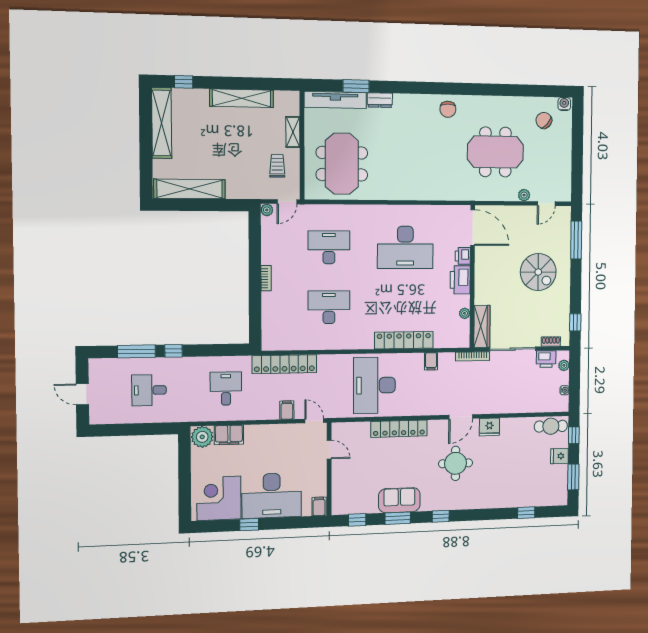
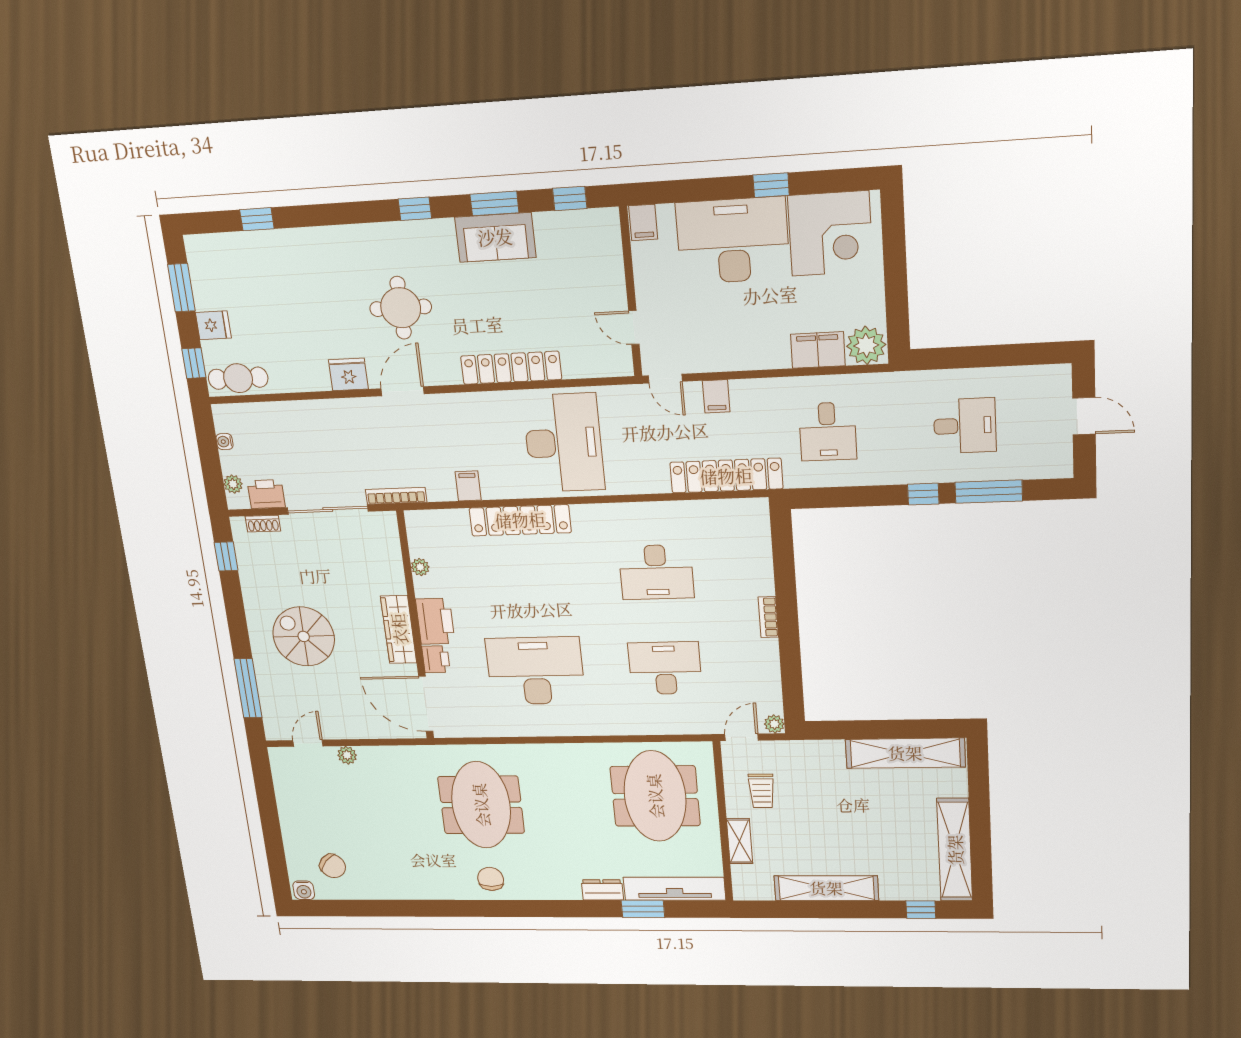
meeting table: (495, 152) -> (481, 805), moved, turned 90
desk: (329, 247) -> (665, 668), turned 180
wardrobe: (482, 326) -> (399, 629), moved

